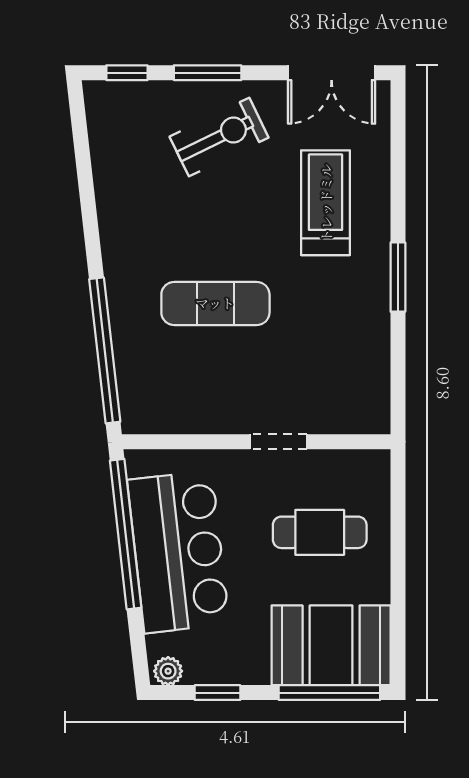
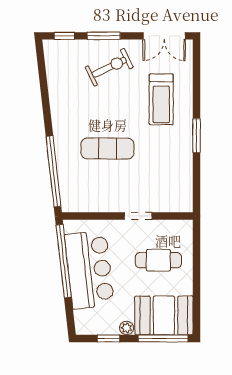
treadmill: (326, 203) -> (161, 99), turned 180
plant: (168, 671) -> (127, 328), moved

